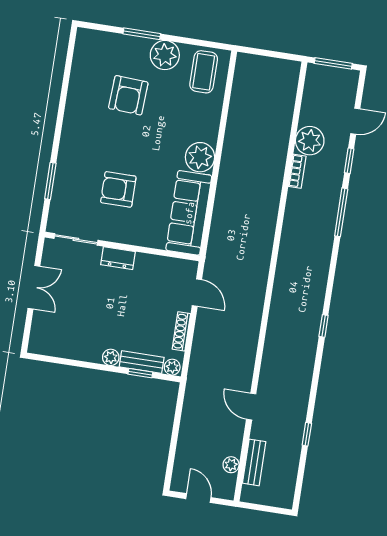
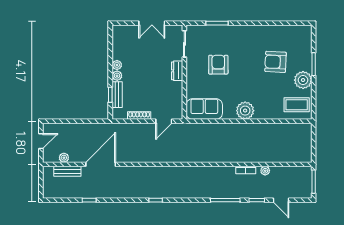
plant: (310, 141) -> (265, 171), width x0.53, depth x0.53
sofa: (189, 213) -> (204, 109), width x0.73
plant: (172, 367) -> (117, 65), moved
door: (251, 407) -> (101, 164), width x1.87

